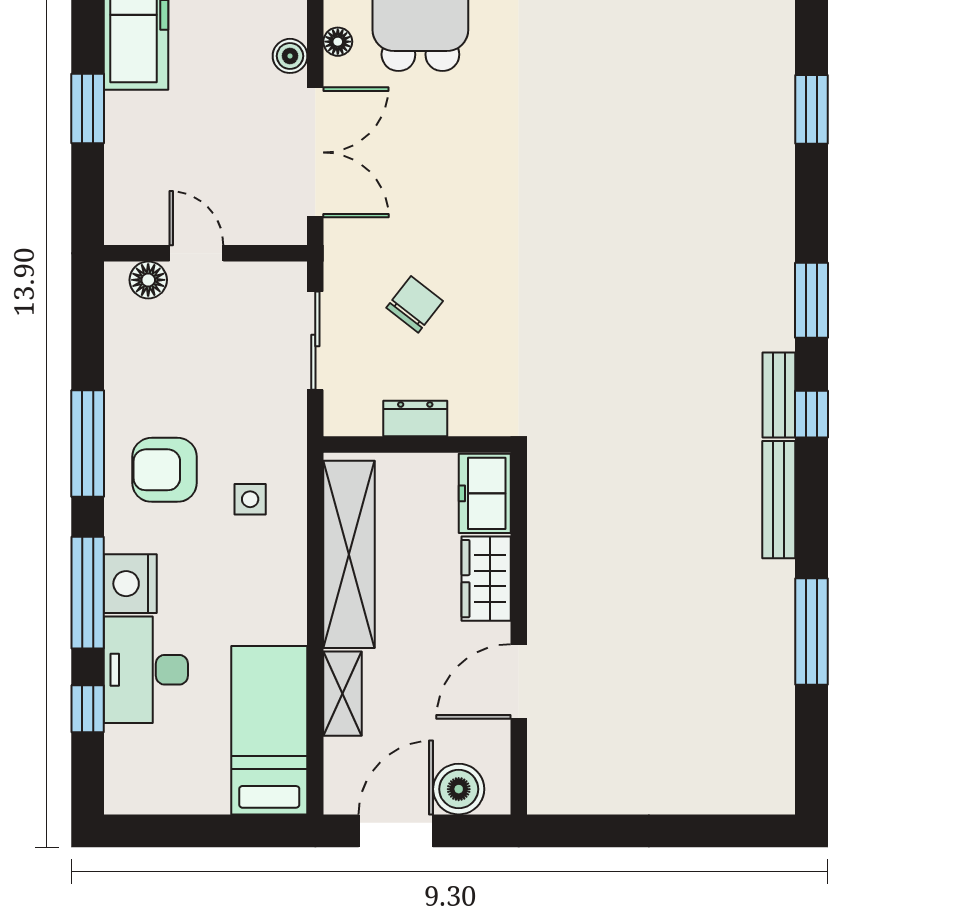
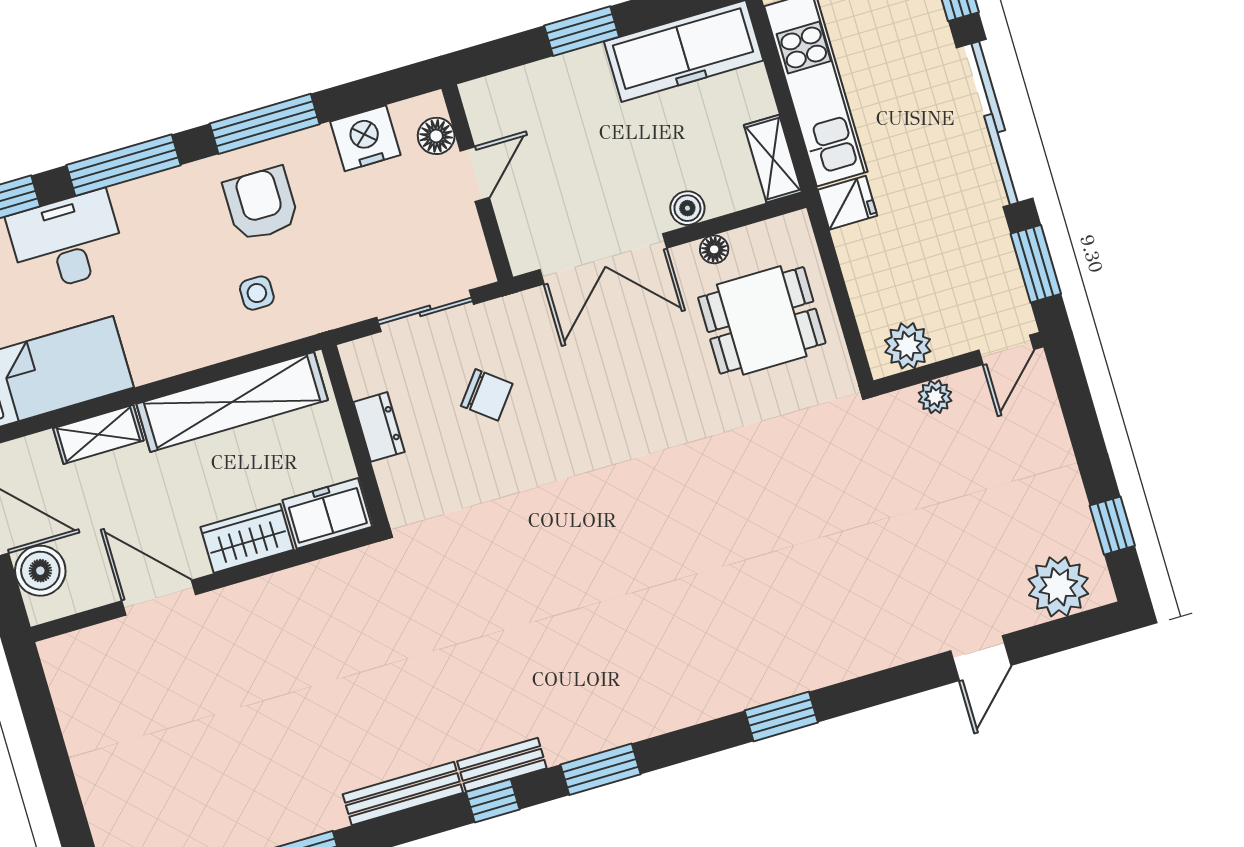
nightstand: (130, 584) -> (365, 138), moved

